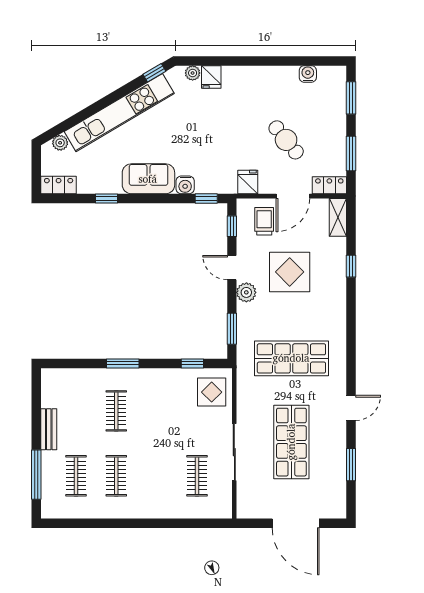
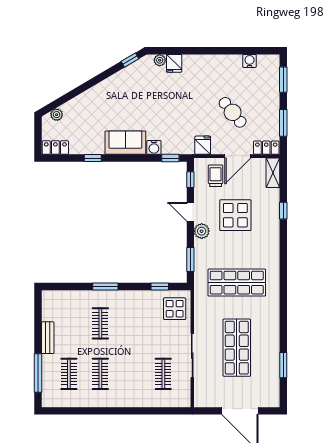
kitchen unit: (119, 113) -> (103, 91), removed
door: (351, 408) -> (283, 321), removed

